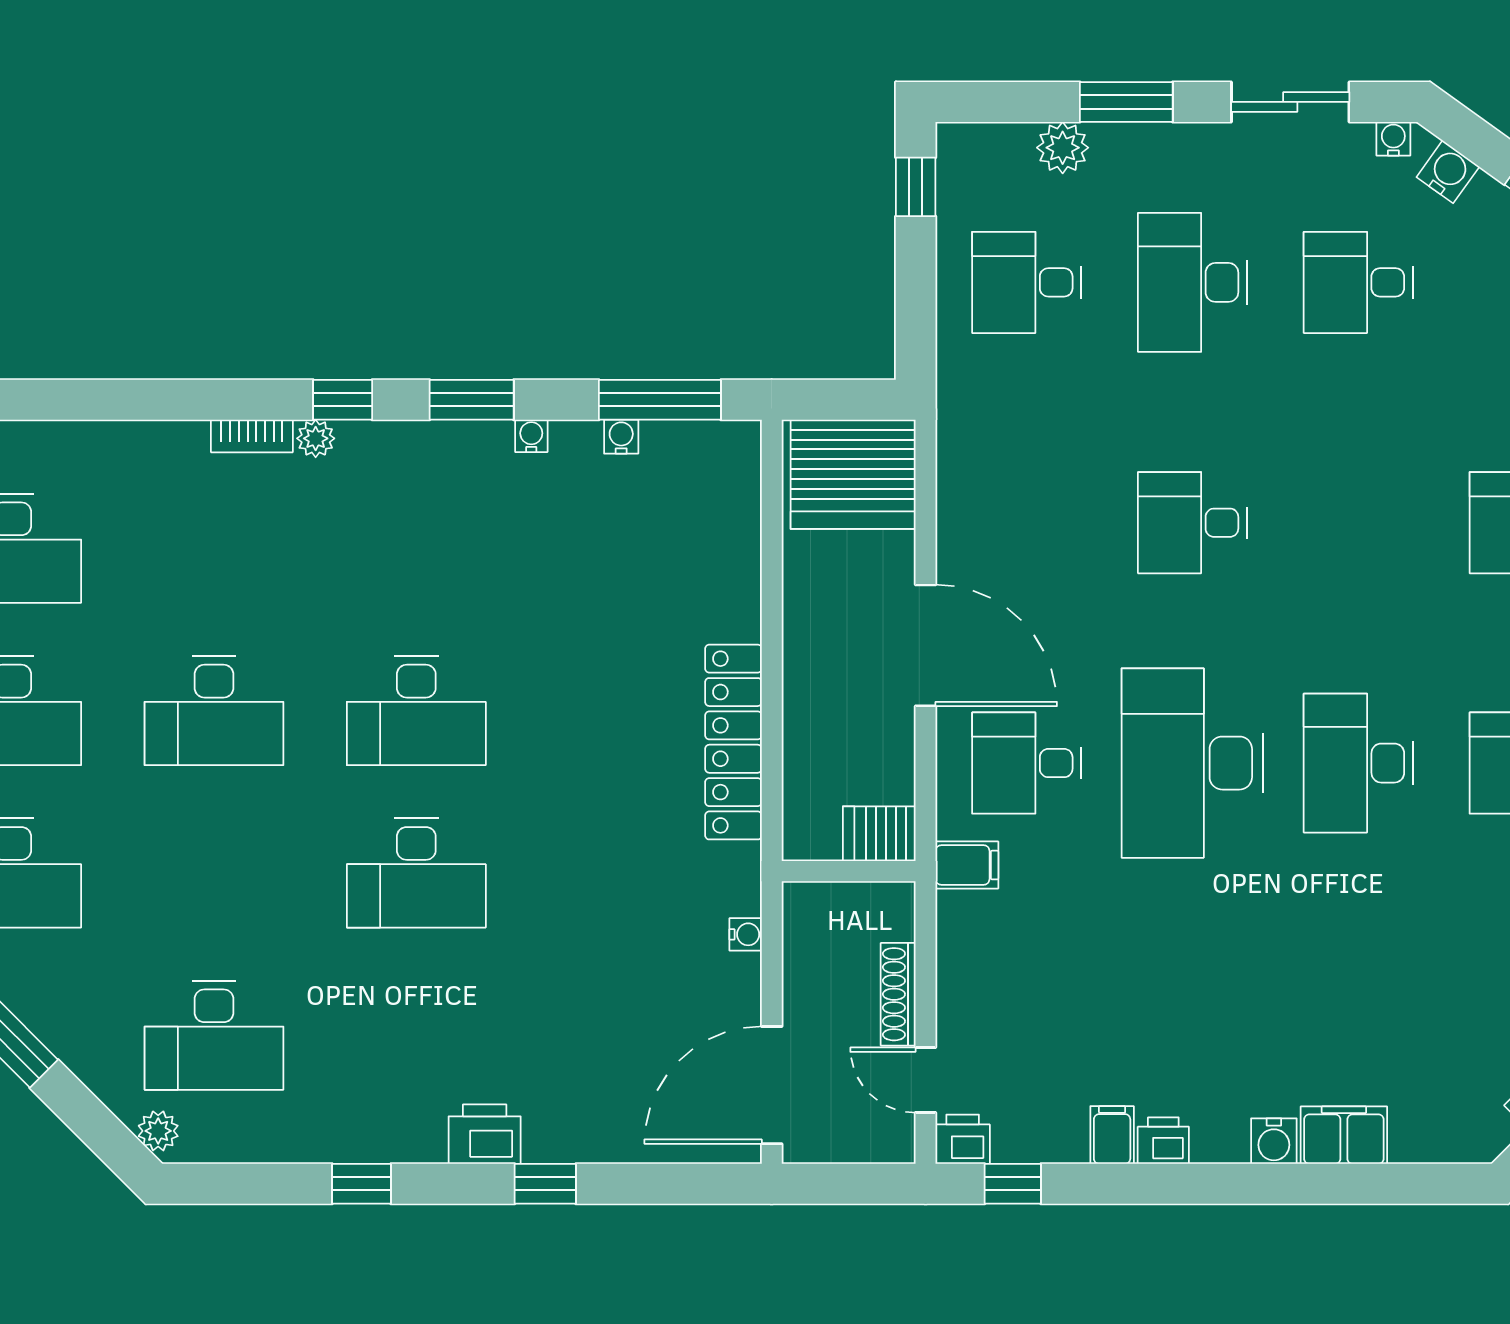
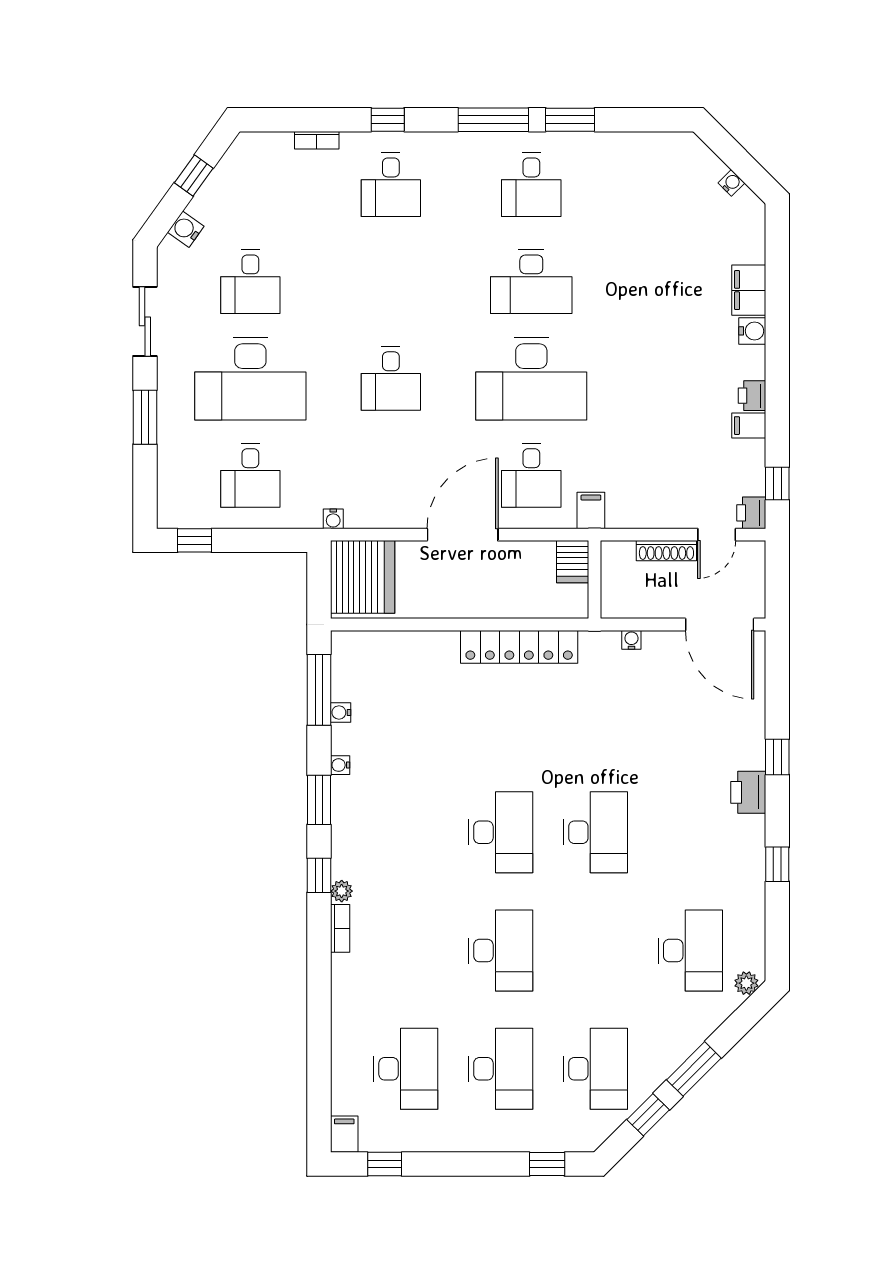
water cooler: (1393, 139) -> (333, 519), moved, turned -90
plant: (1063, 148) -> (172, 454), removed
desk: (1192, 282) -> (250, 379), width x1.36, depth x1.30

